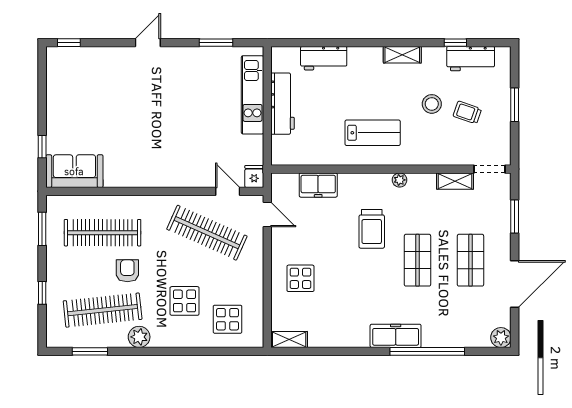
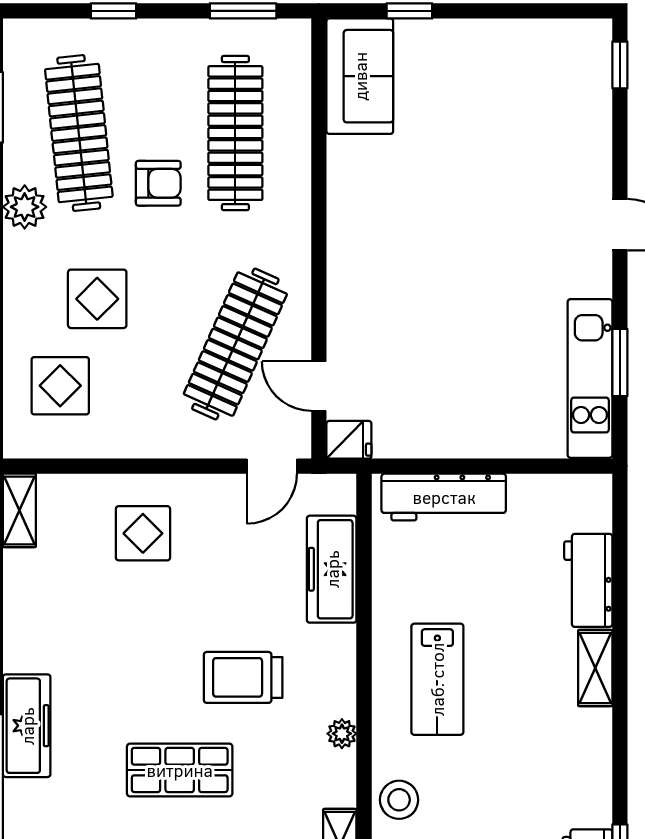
shelving: (402, 55) -> (595, 668), moved
kitchen unit: (253, 95) -> (590, 378), moved, turned -90
workbench: (283, 104) -> (444, 497), moved
stool: (432, 104) -> (399, 800), moved
freezer: (318, 185) -> (332, 569), width x1.40
door: (228, 191) -> (319, 386), swing flipped

